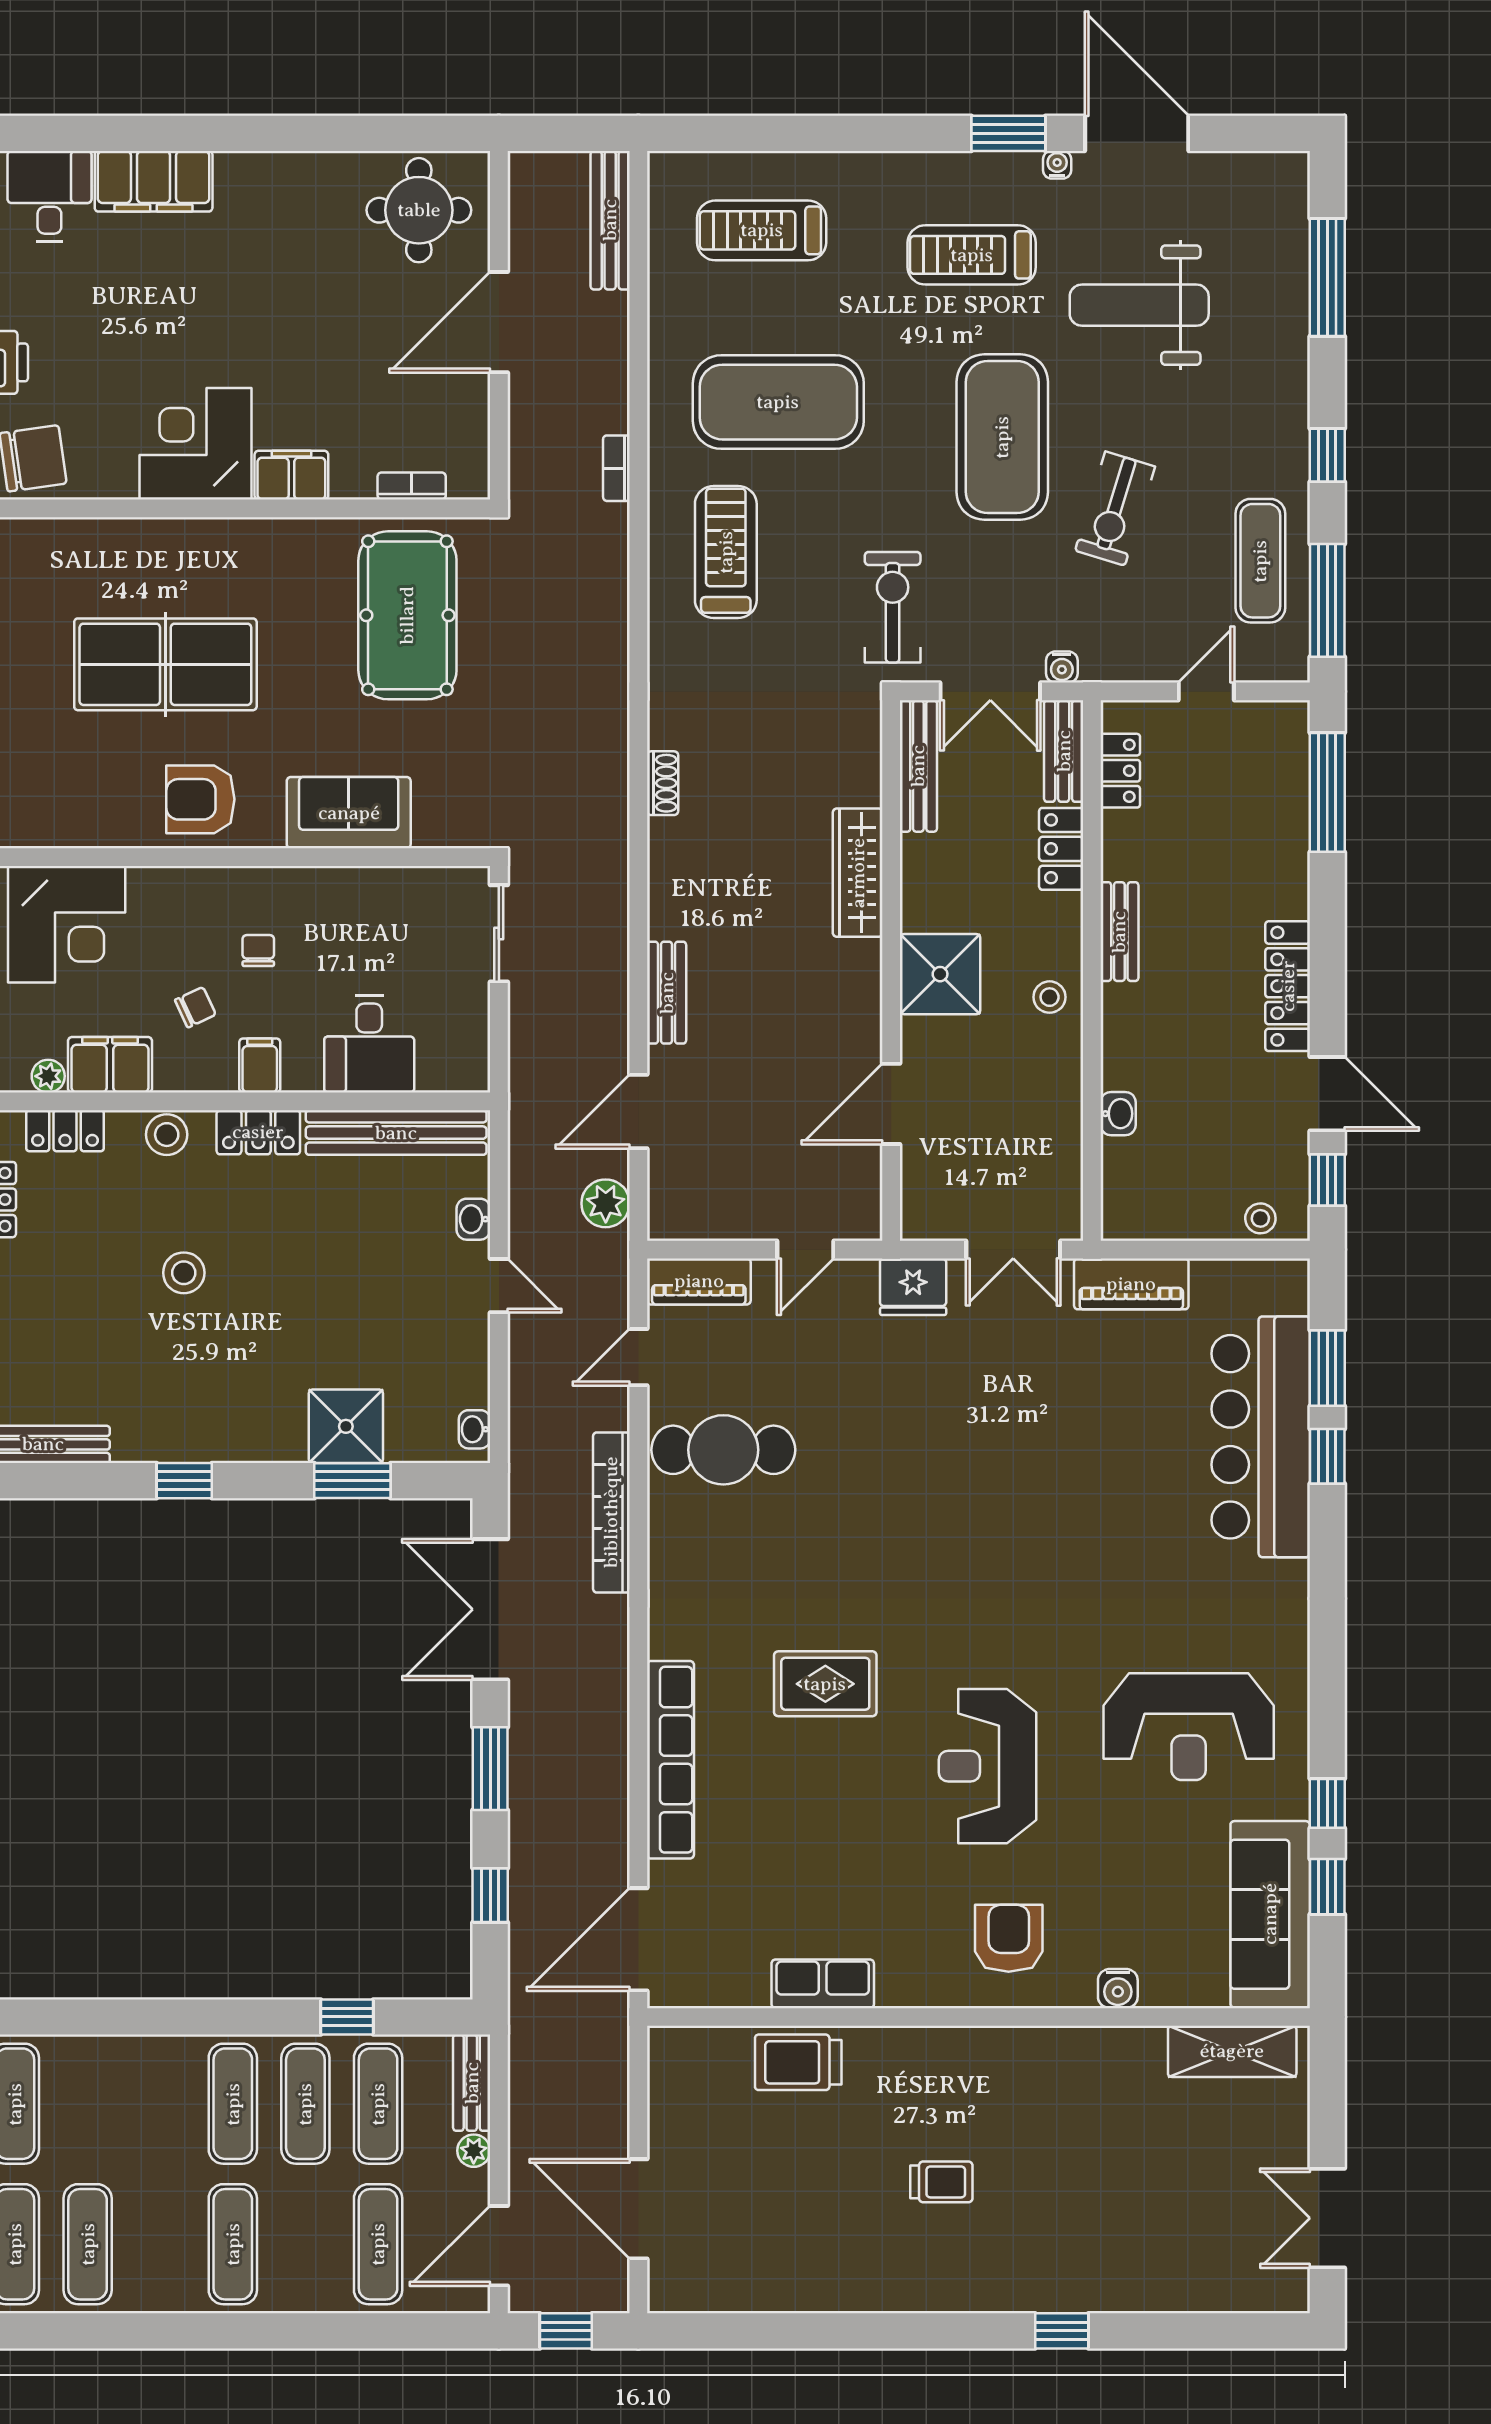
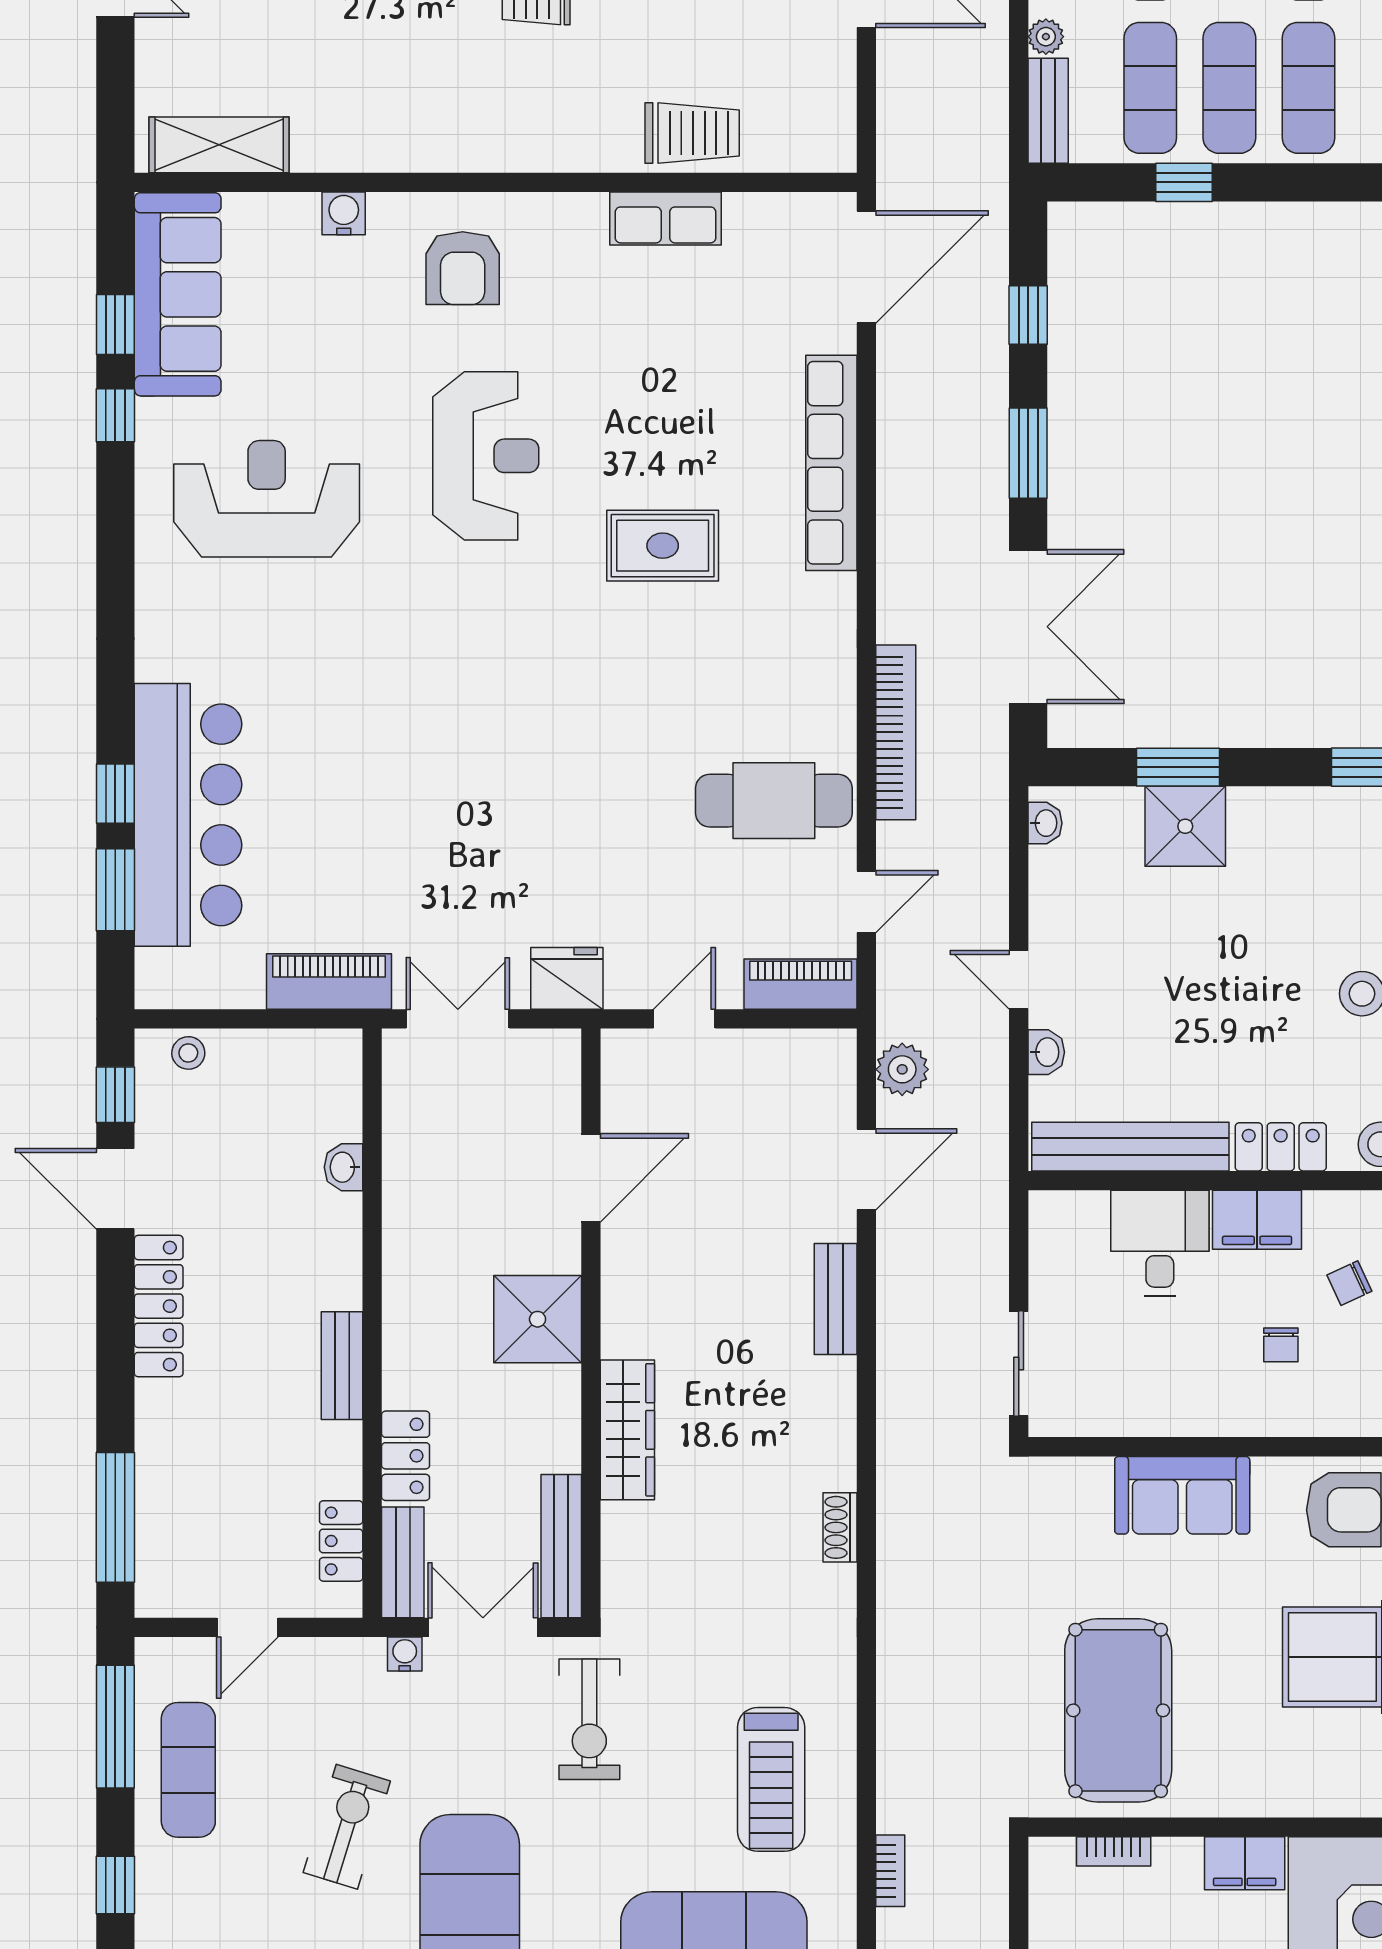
stool: (1050, 997) -> (418, 1294), removed
filing cabinet: (260, 1065) -> (1257, 1220), width x2.00

